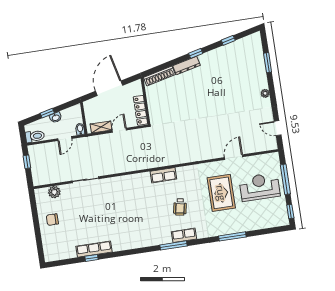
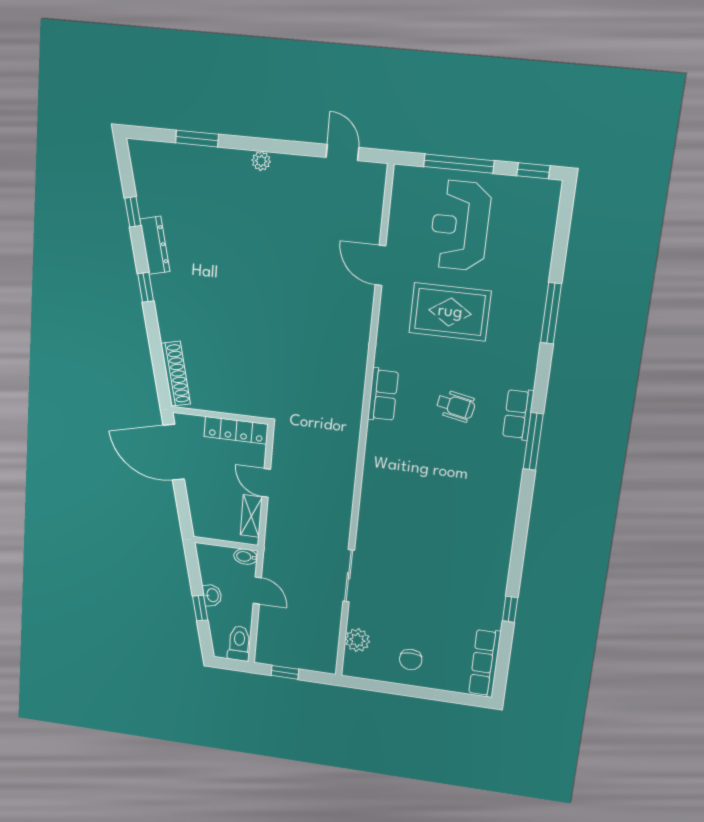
dresser: (186, 65) -> (155, 245), moved
door: (109, 88) -> (174, 452), moved
door: (278, 128) -> (342, 152), swing flipped
row of seats: (163, 175) -> (383, 395), moved
row of seats: (94, 249) -> (485, 663), moved

